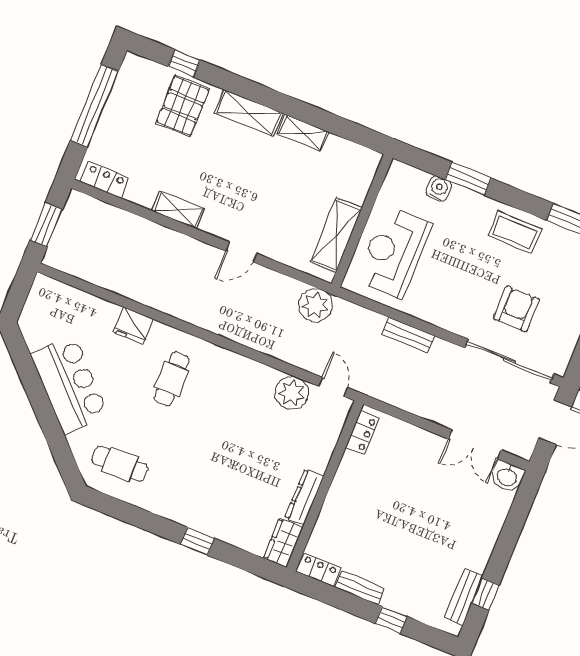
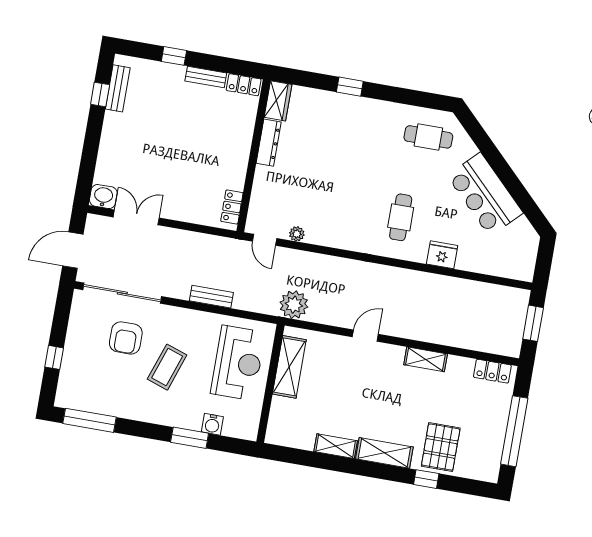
window: (184, 63) -> (426, 479), moved
coffee table: (515, 232) -> (167, 367), moved, turned -71
plant: (292, 393) -> (297, 234), width x0.53, depth x0.53

